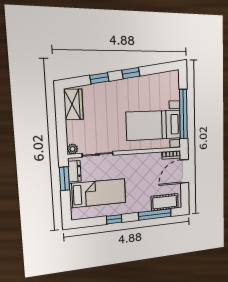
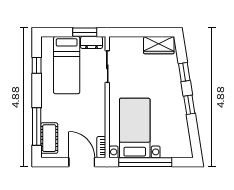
plant: (72, 149) -> (114, 42), removed
window: (114, 219) -> (37, 65), moved

